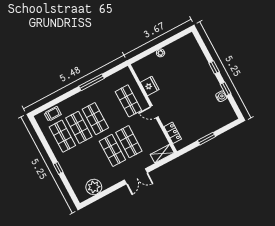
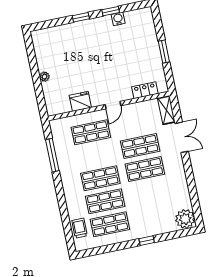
window: (92, 82) -> (52, 155), moved
double door: (136, 176) -> (182, 137), moved
plant: (94, 187) -> (185, 219), moved

